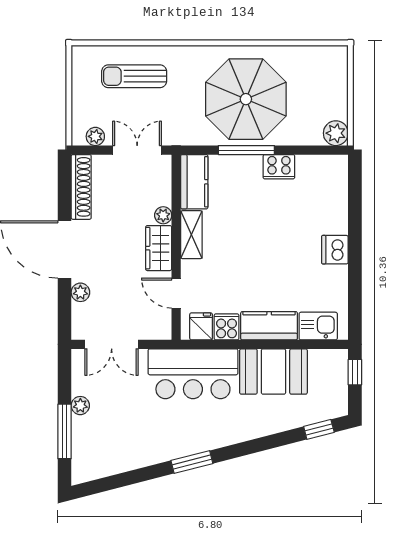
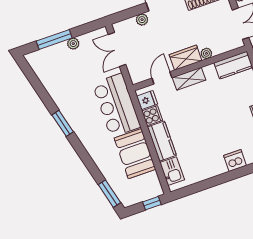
shelving: (191, 235) -> (189, 79), moved
dishwasher: (335, 250) -> (235, 160), moved
window: (319, 429) -> (109, 194), width x1.50

